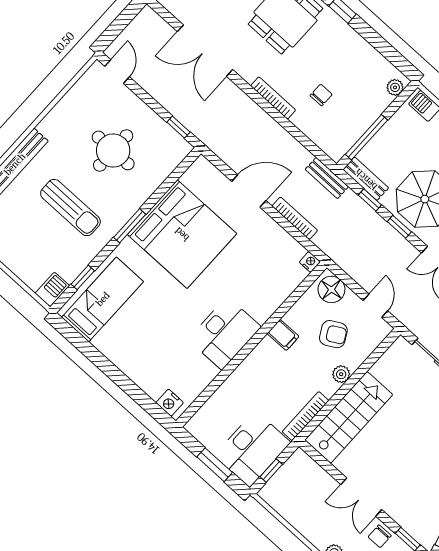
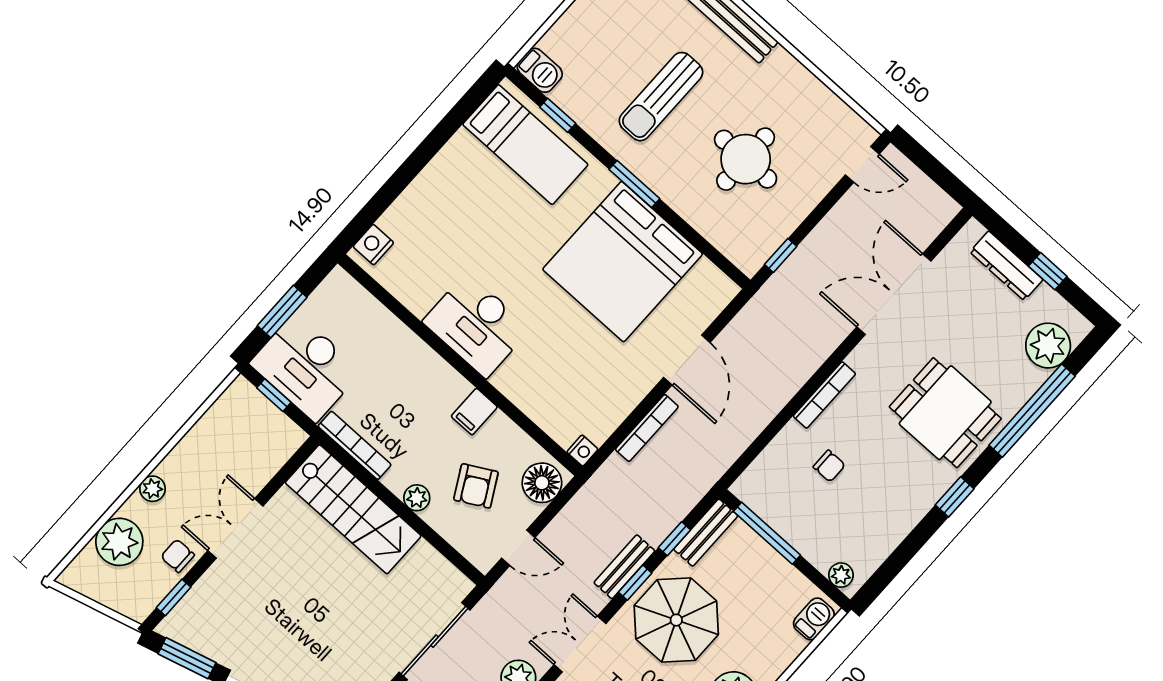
bench: (327, 178) -> (624, 567), moved

